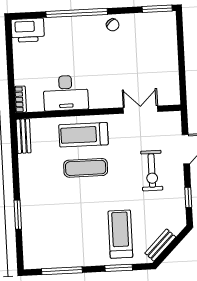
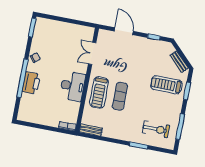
printer: (28, 30) -> (31, 83), moved
desk: (66, 93) -> (73, 86), moved
exercise bike: (152, 171) -> (156, 129), moved

